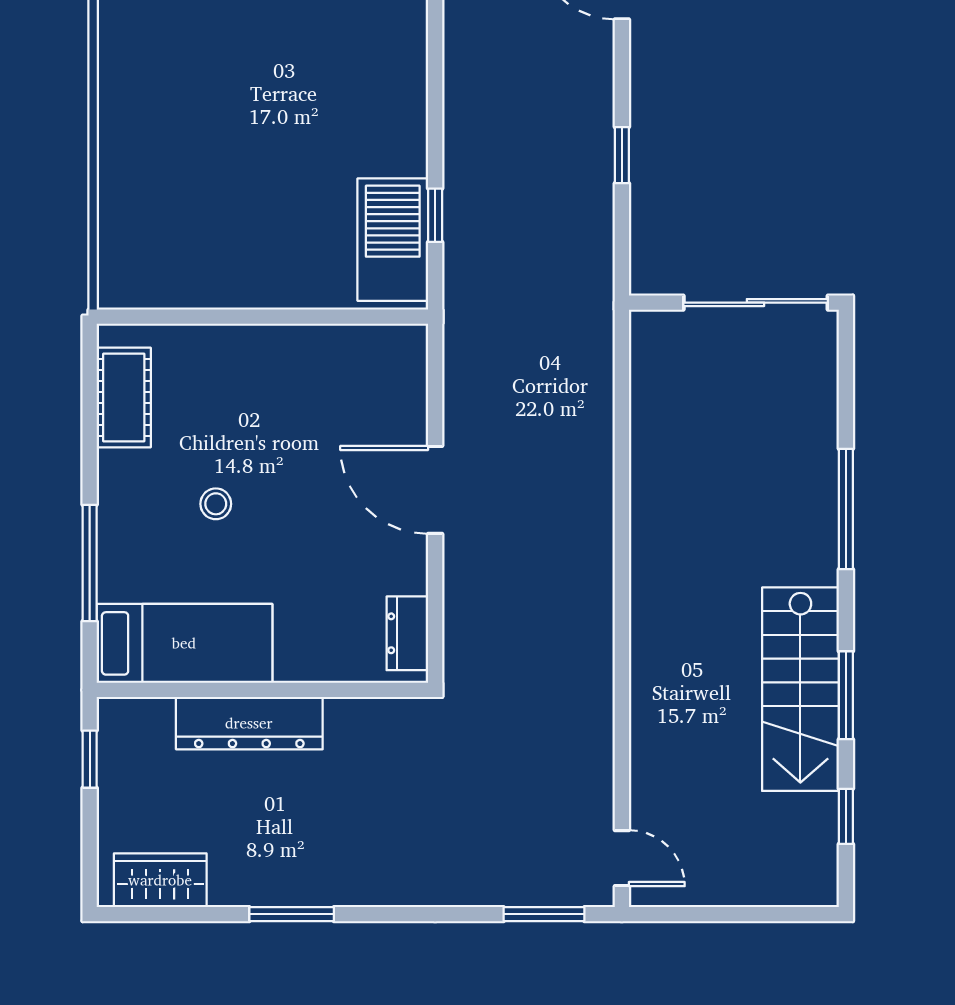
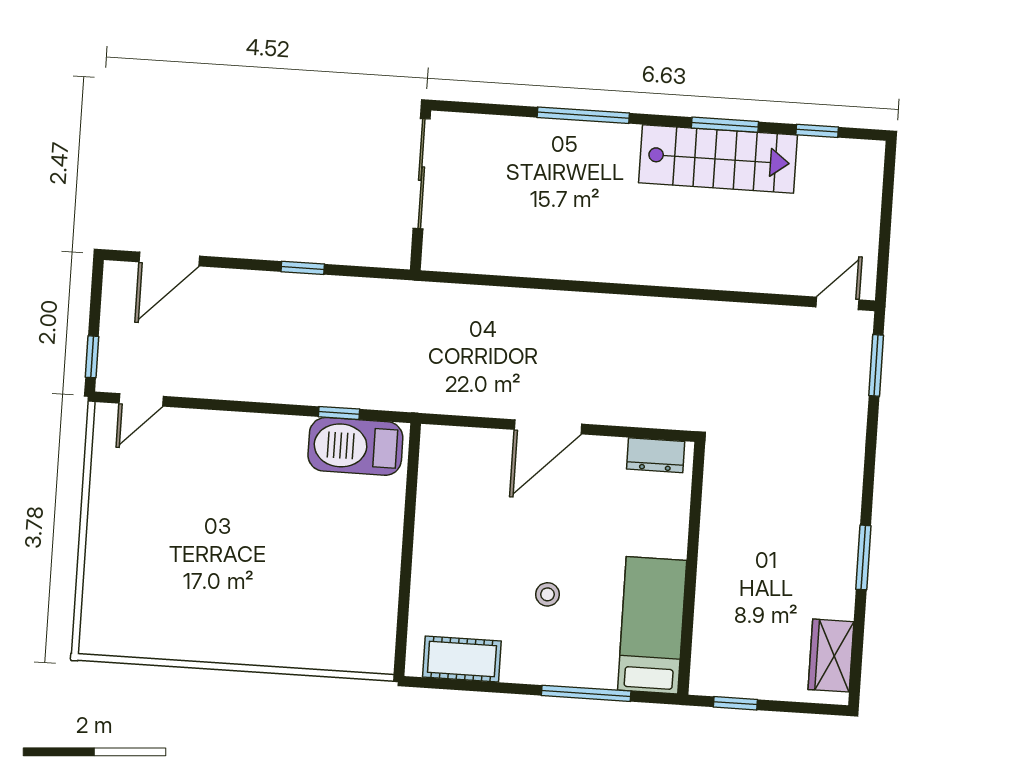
dresser: (249, 723) -> (716, 580), removed

